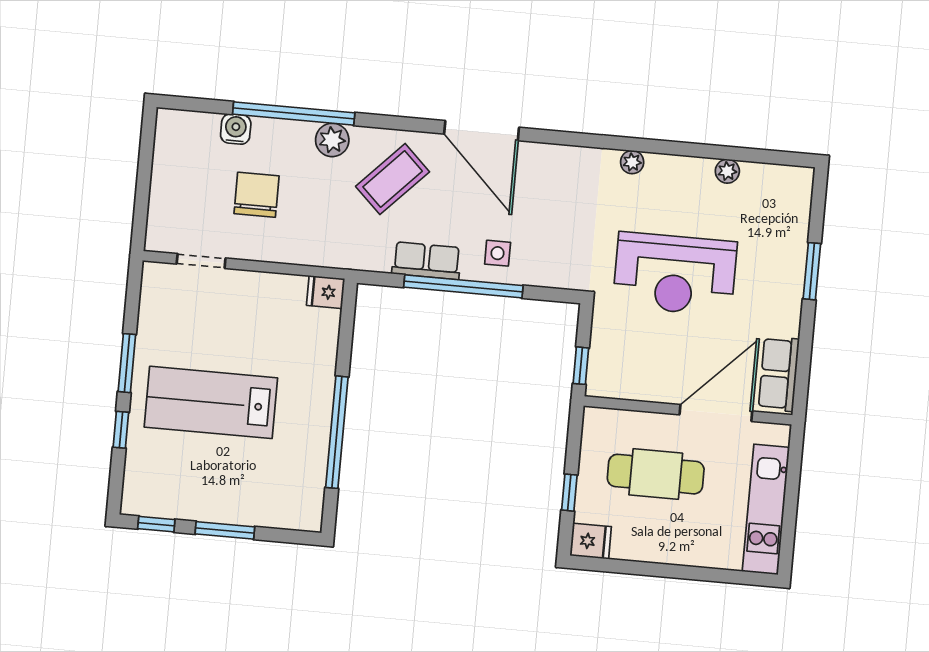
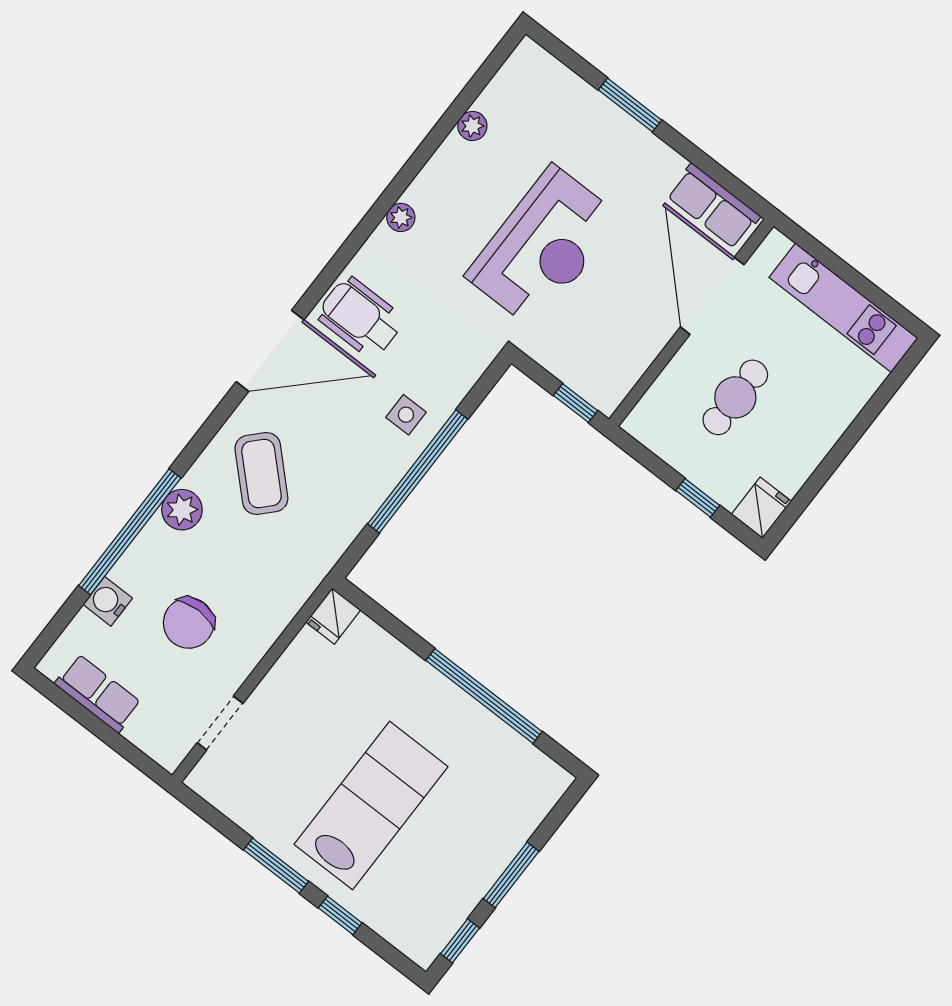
wheelchair: (545, 178) -> (360, 318), added
chair: (257, 195) -> (189, 623), turned -90
row of seats: (426, 261) -> (98, 693), moved, turned 90
lab bench: (211, 402) -> (371, 806), turned 180
cafe table: (656, 474) -> (735, 397), width x0.73, depth x0.74

